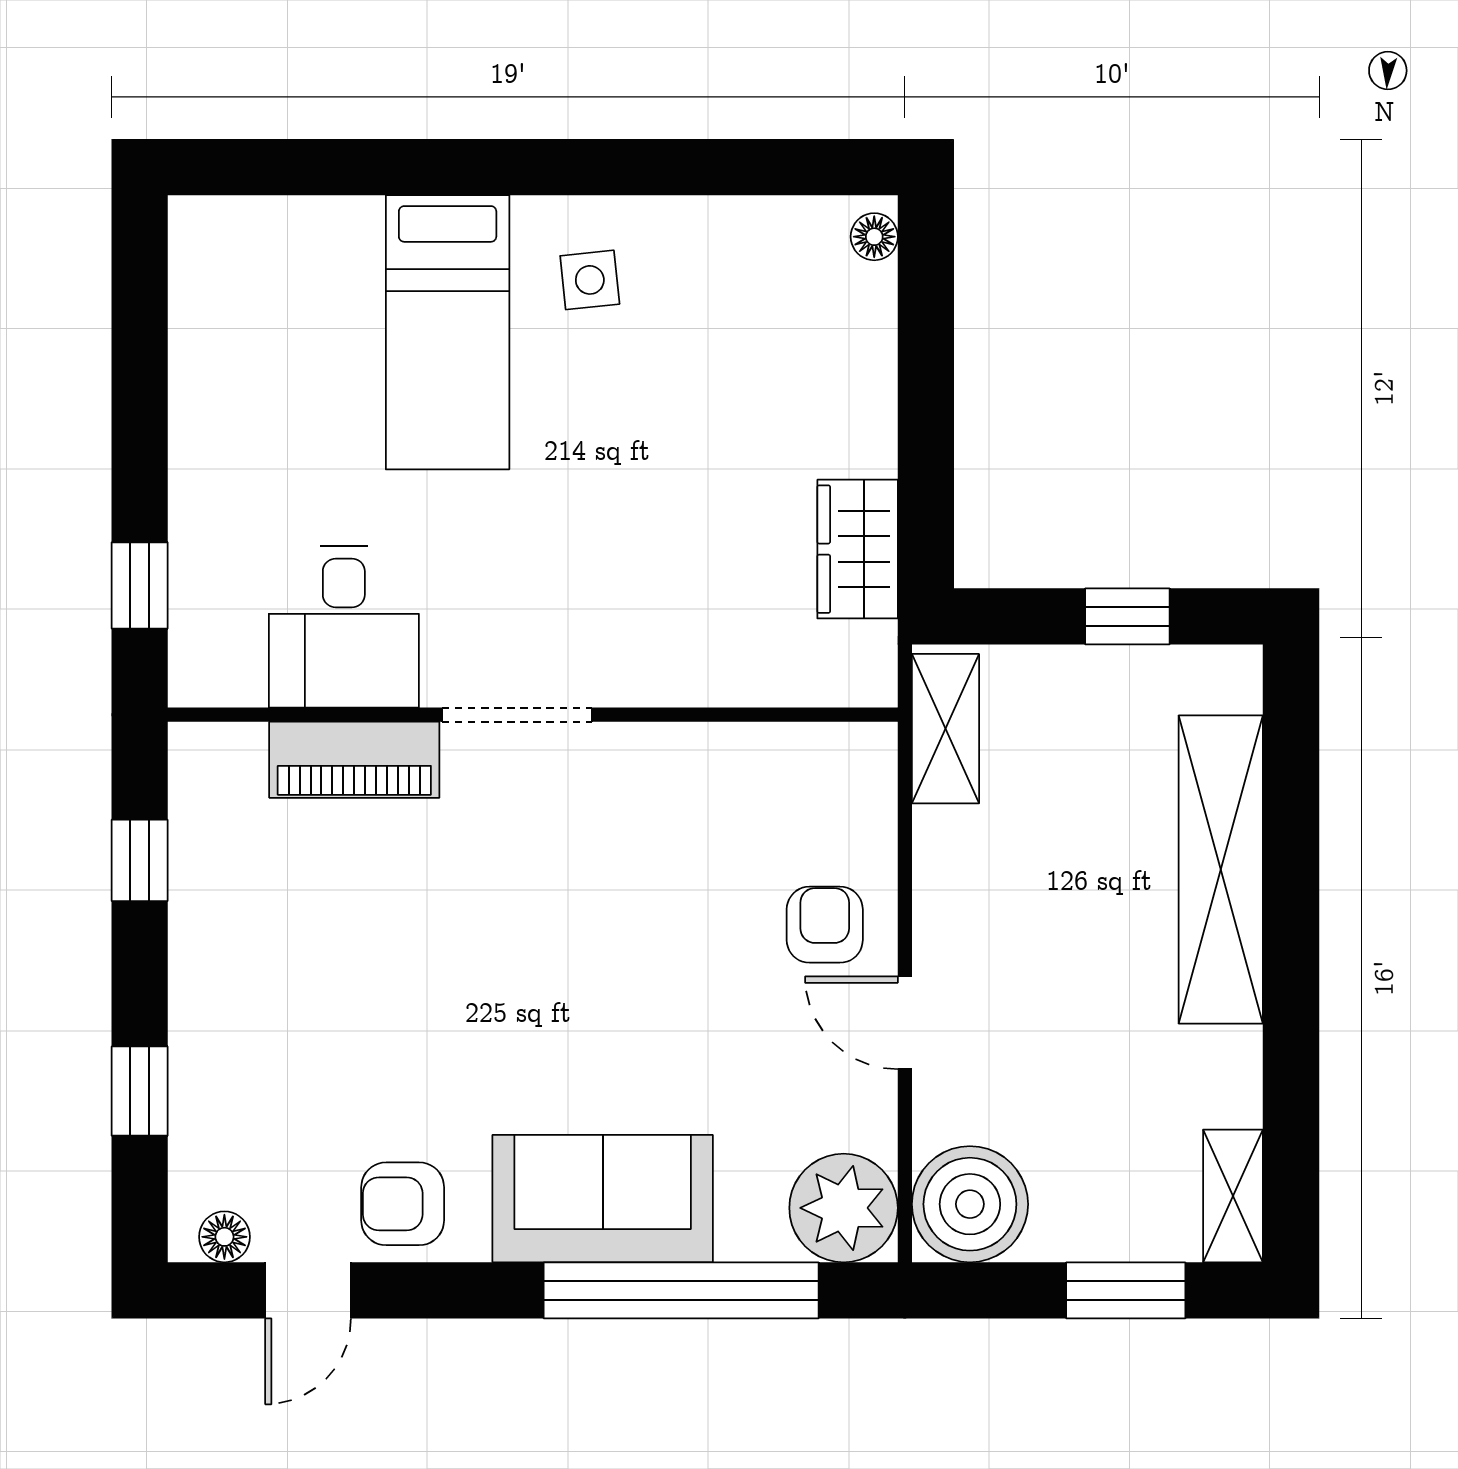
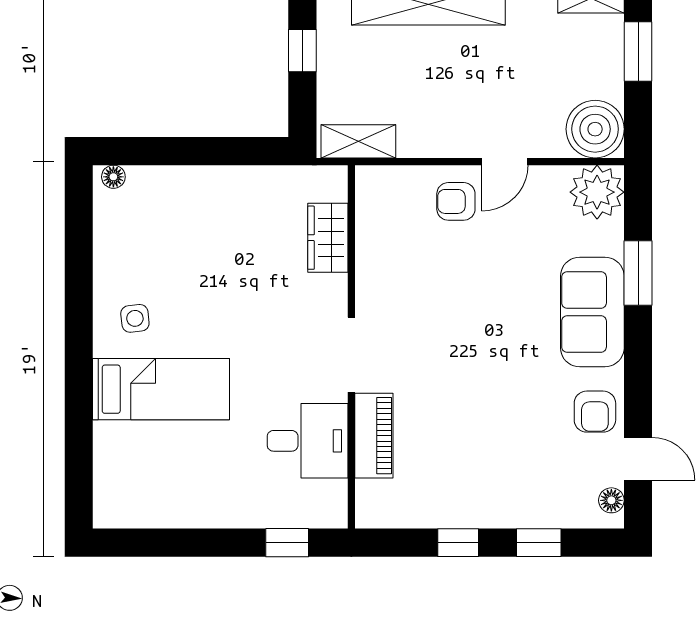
wardrobe: (858, 549) -> (328, 238), moved, turned 90
window: (140, 860) -> (458, 543), moved
window: (681, 1290) -> (638, 273), width x0.47

